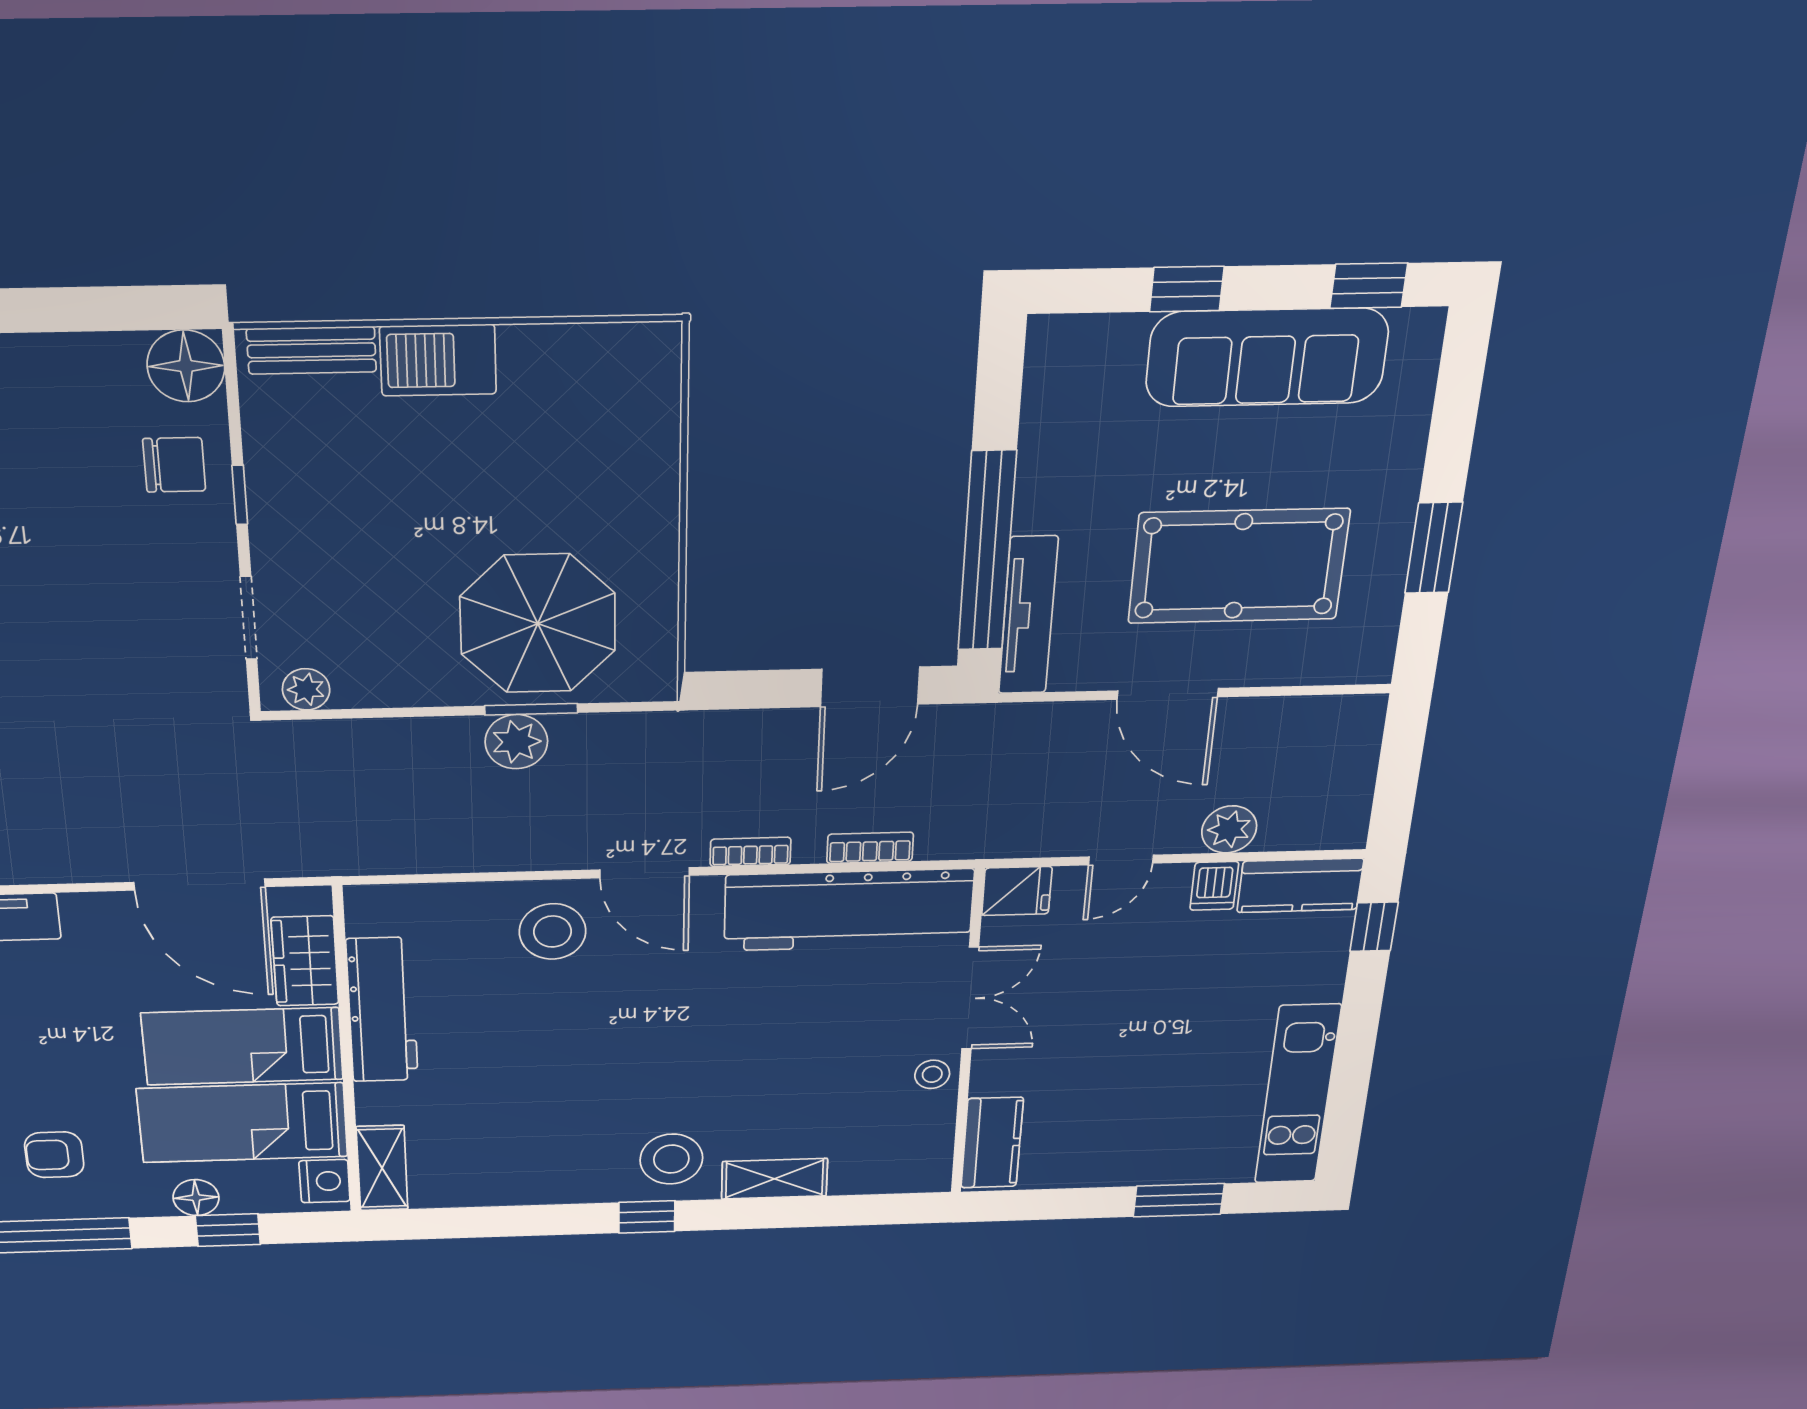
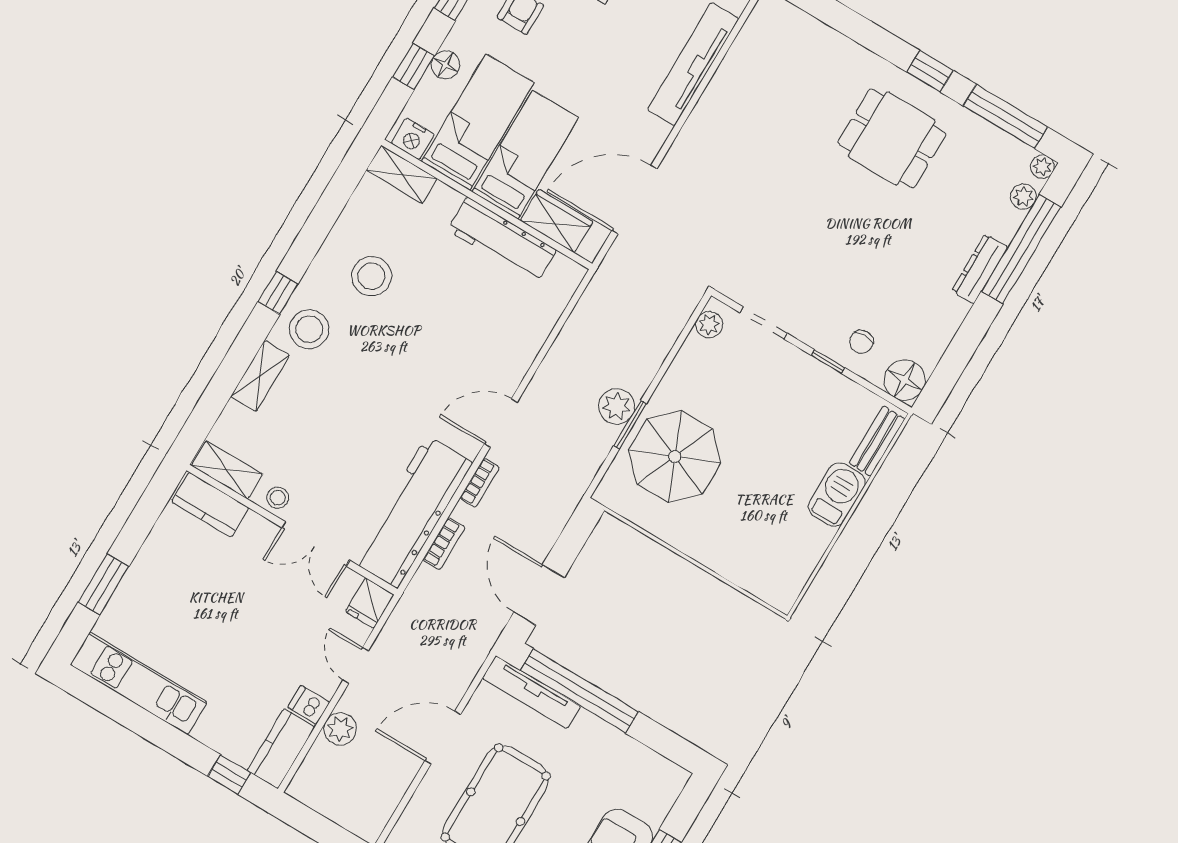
chair: (174, 465) -> (861, 342), width x0.73, depth x0.73
stool: (553, 931) -> (371, 276), moved
shelving: (931, 1149) -> (227, 470), added

